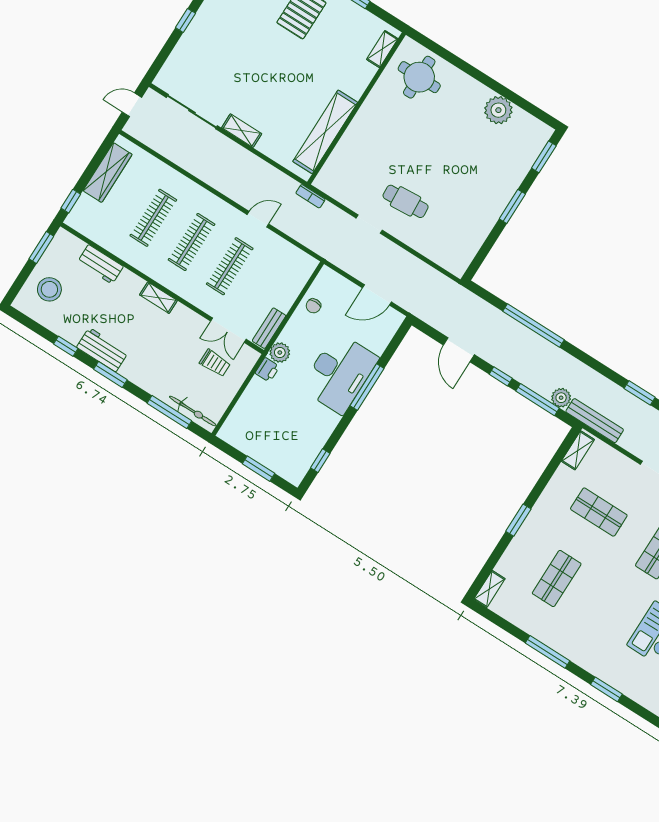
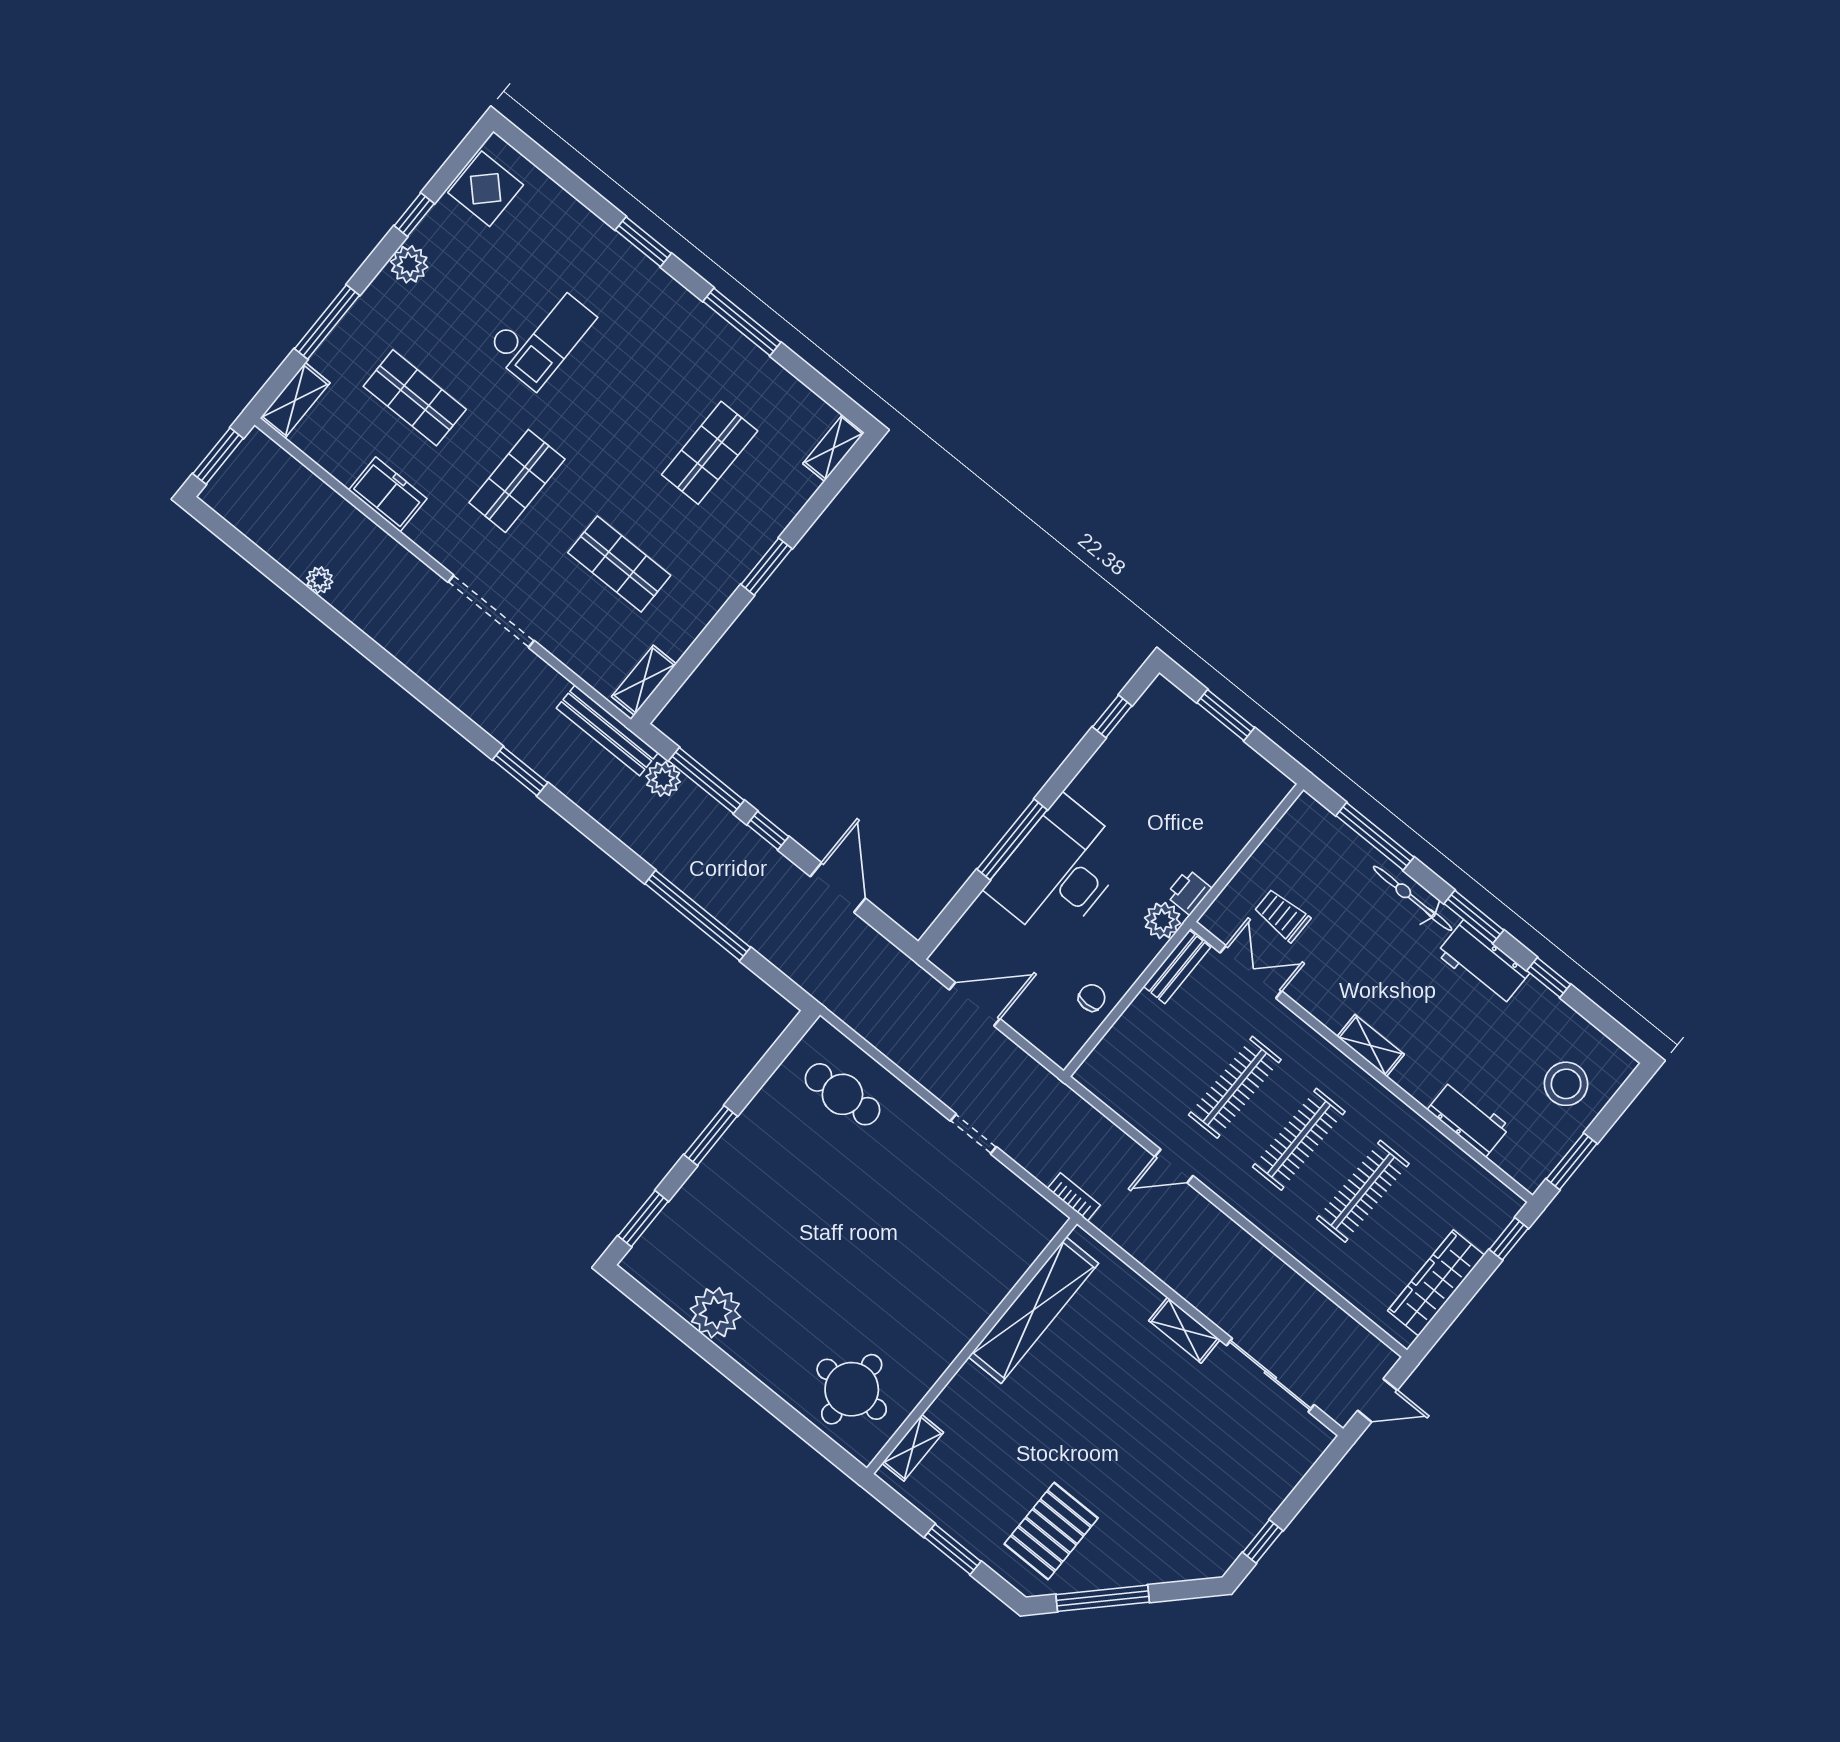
cafe table: (406, 201) -> (842, 1094), moved
bicycle: (193, 411) -> (1413, 898), moved

